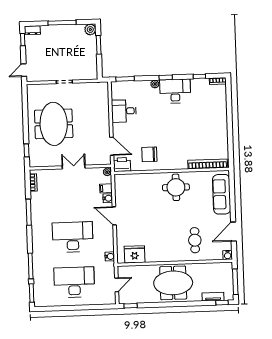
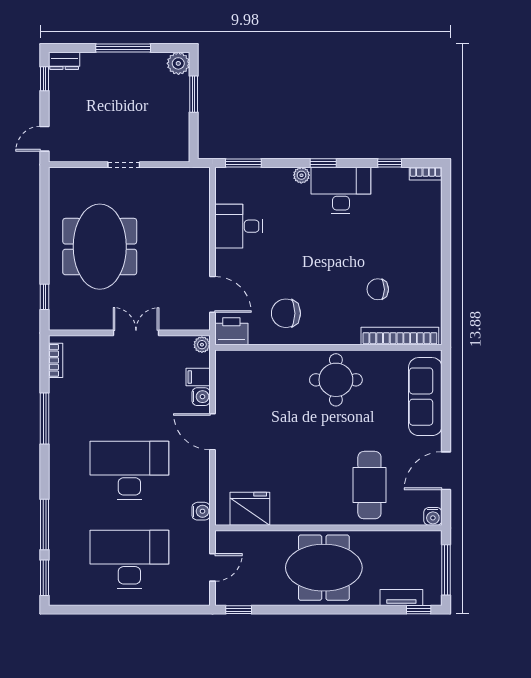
chair: (196, 141) -> (378, 289), added
cafe table: (195, 240) -> (369, 485), width x1.37, depth x1.35

